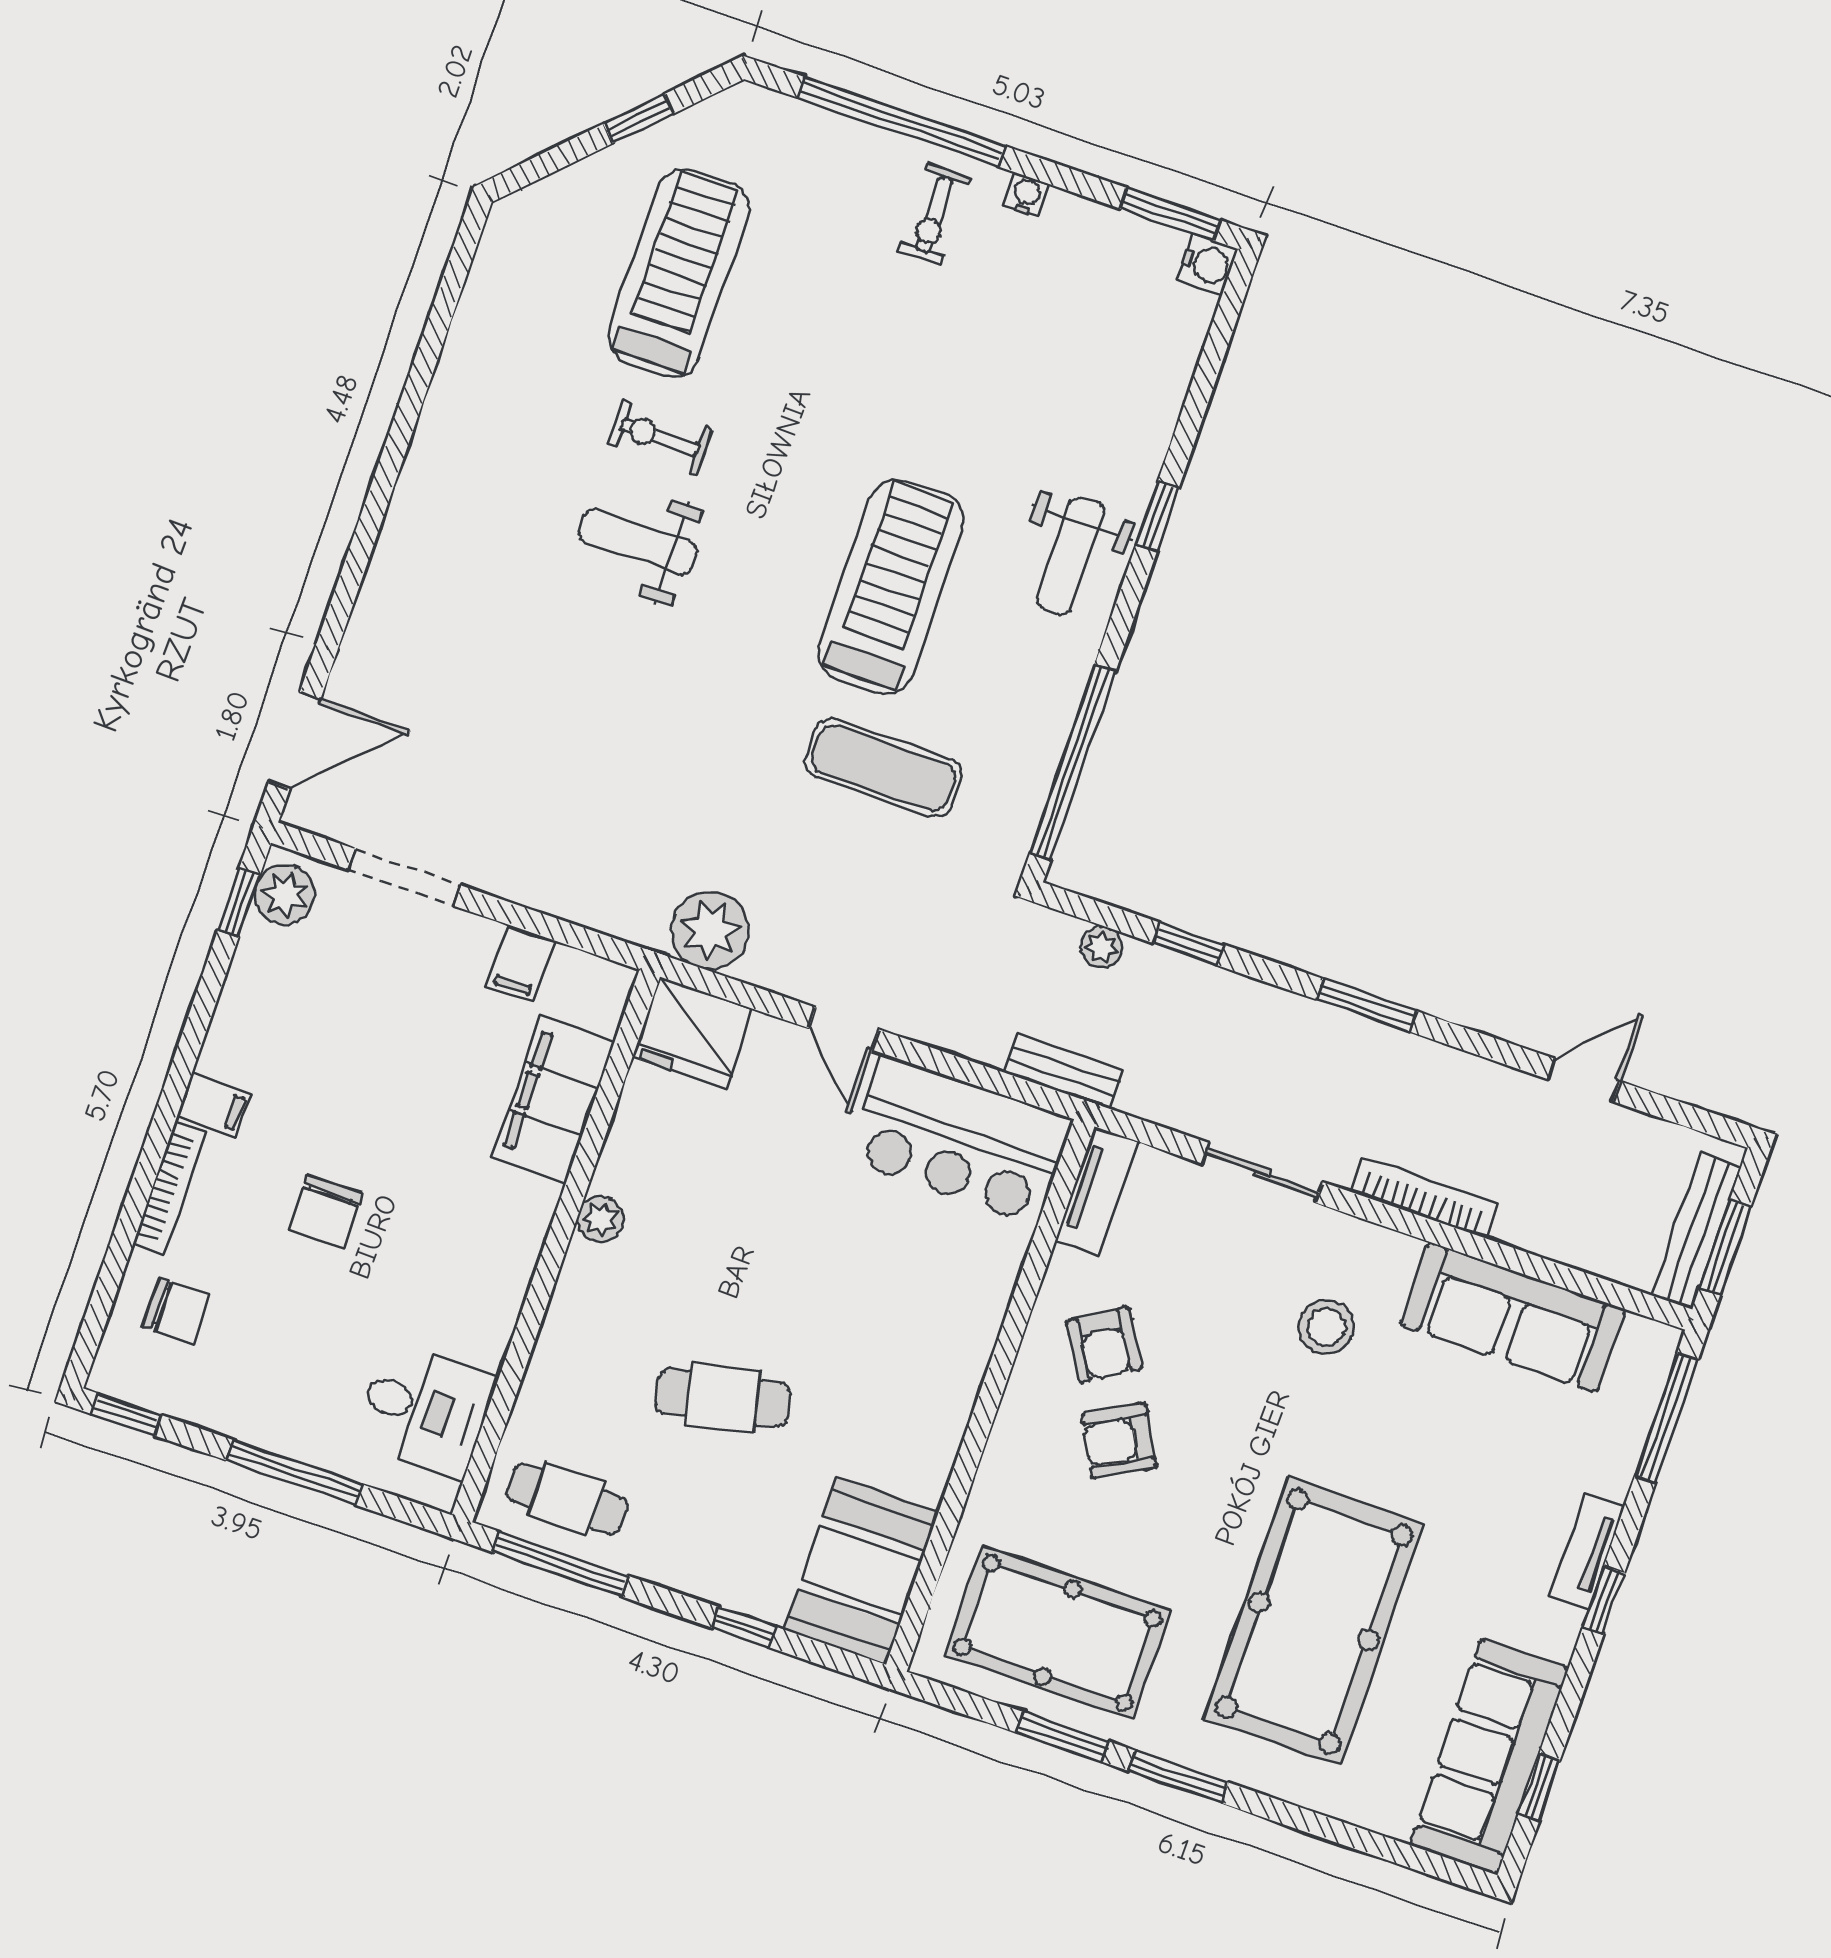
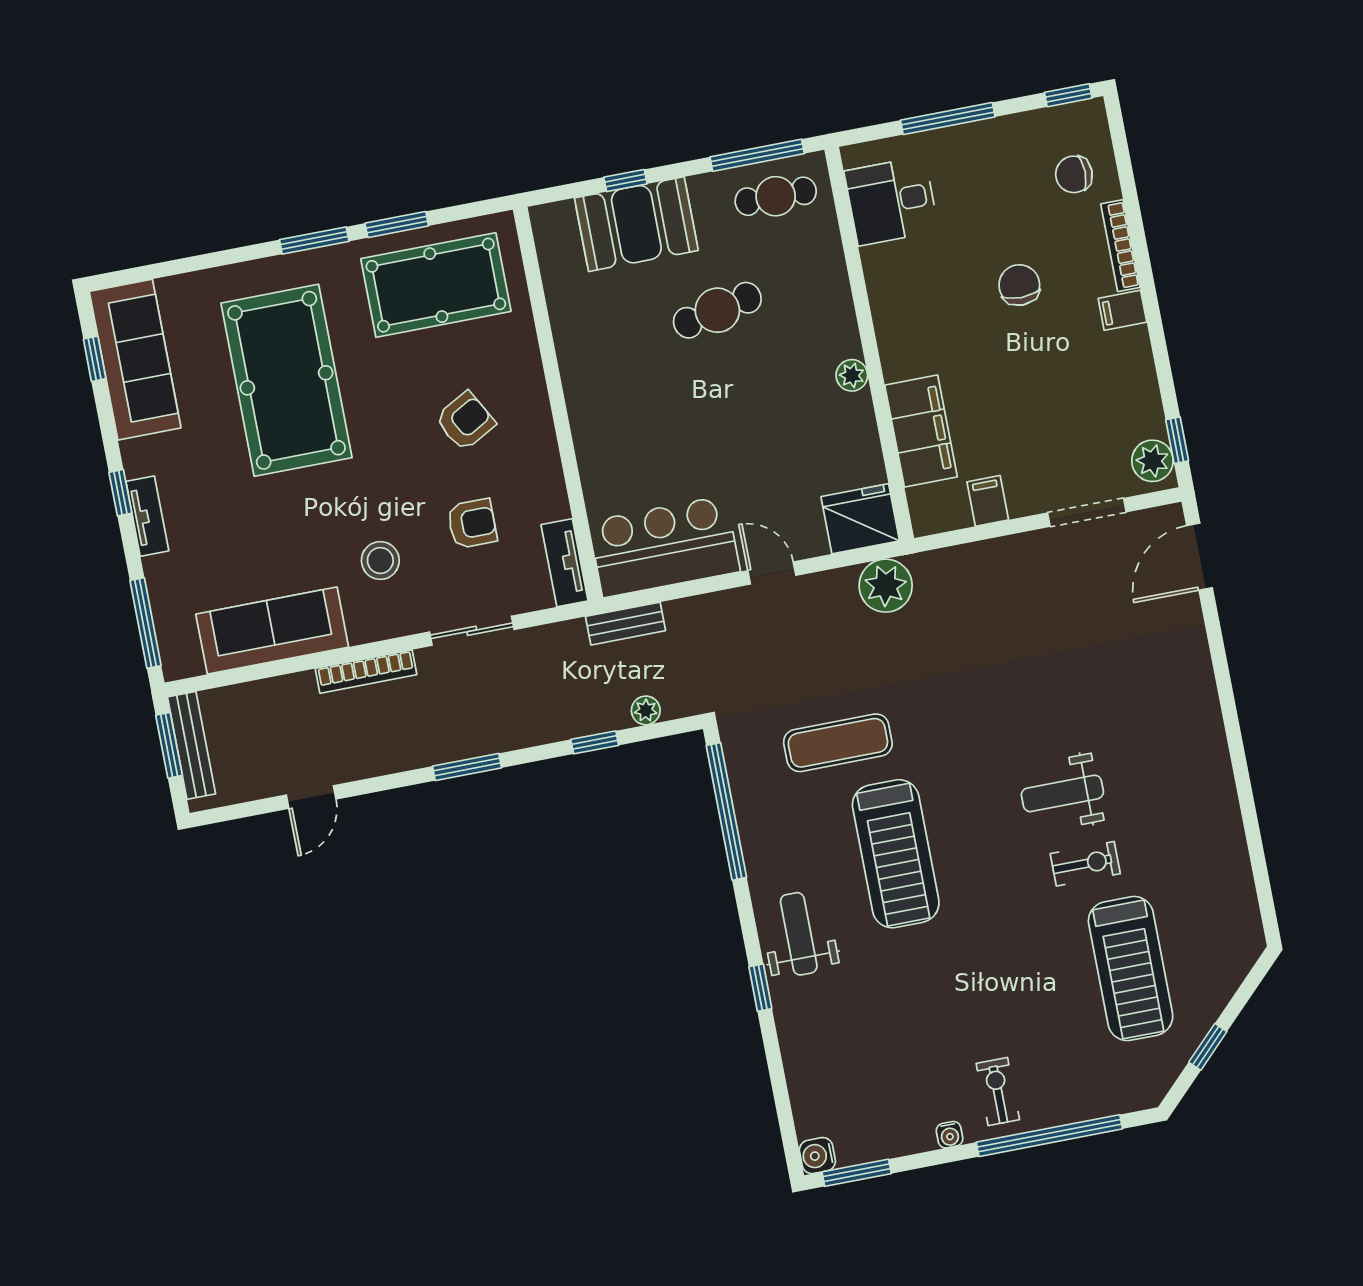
weight bench: (638, 542) -> (1062, 793), turned 180
armchair: (1104, 1345) -> (472, 524), moved, turned 122
booth: (861, 1571) -> (636, 224), moved, turned 90

